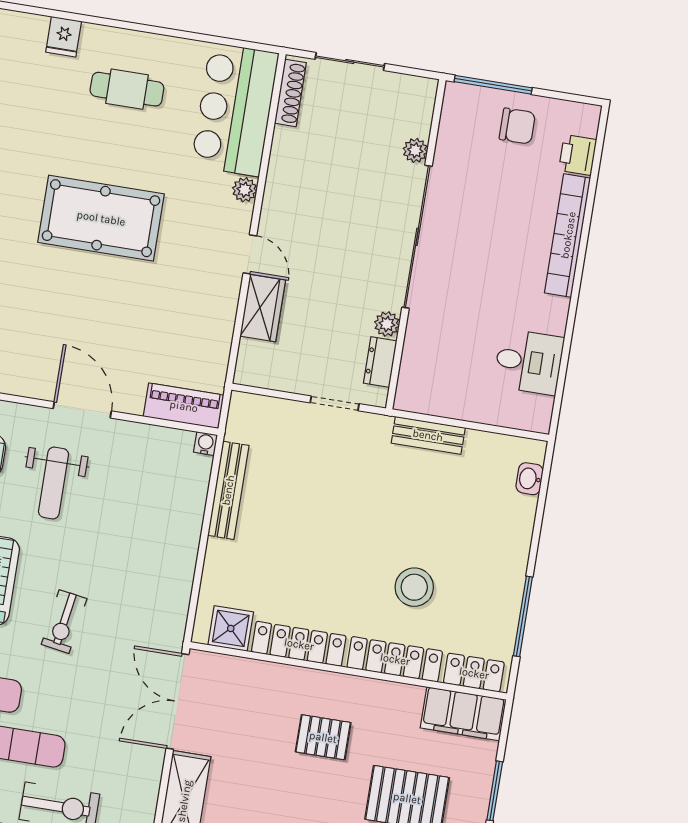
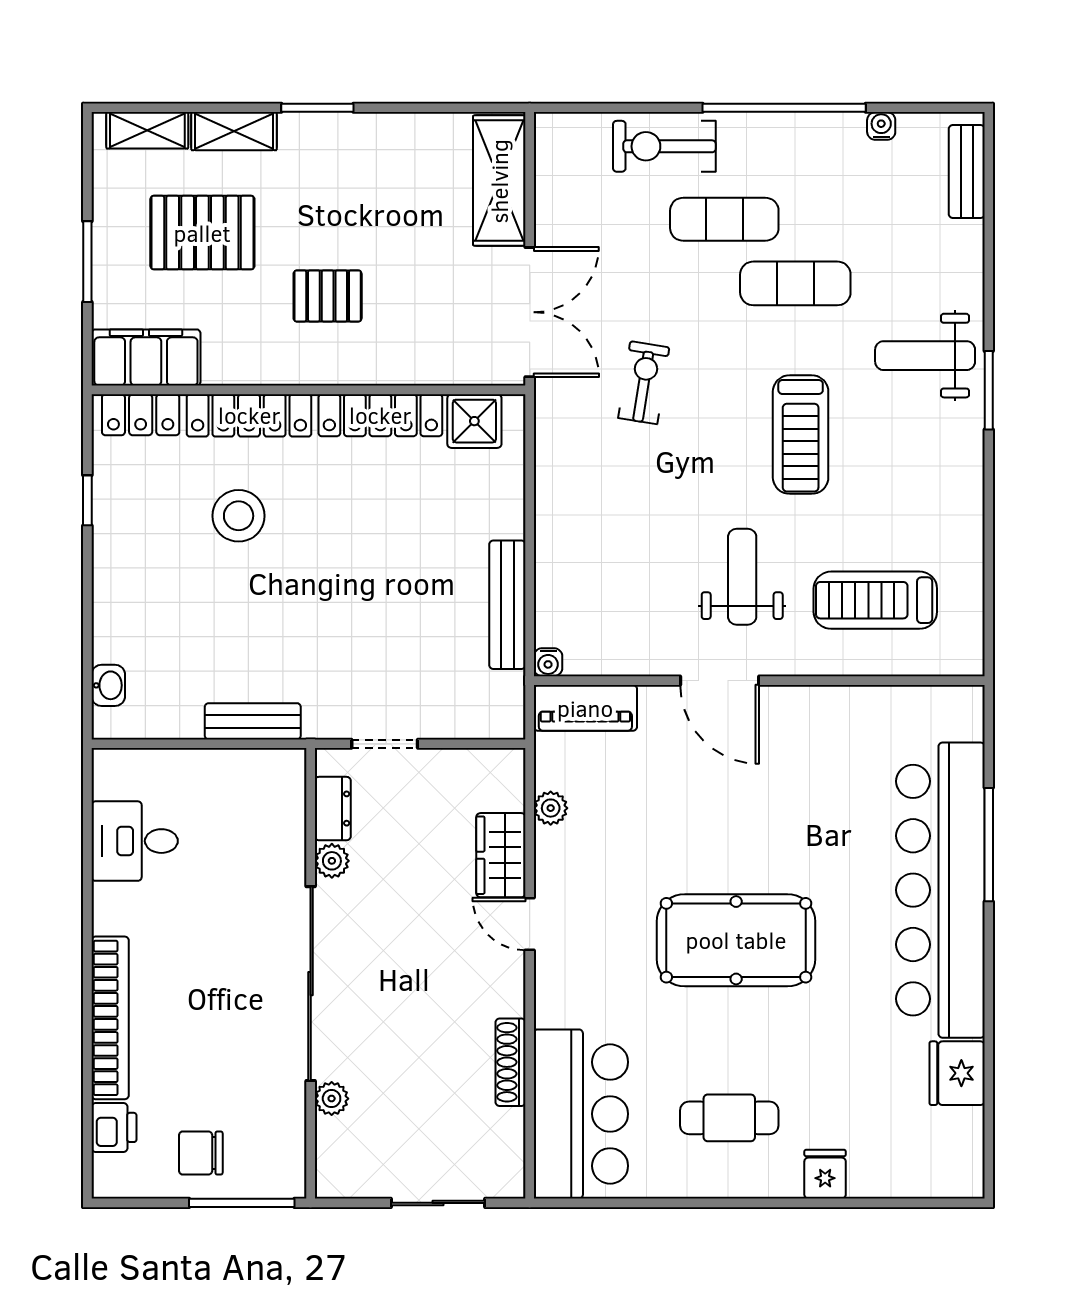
shoe rack: (290, 93) -> (510, 1062), moved
plant: (245, 190) -> (551, 808), moved
window: (523, 616) -> (87, 500), width x0.46
exercise bike: (64, 622) -> (644, 383), moved

